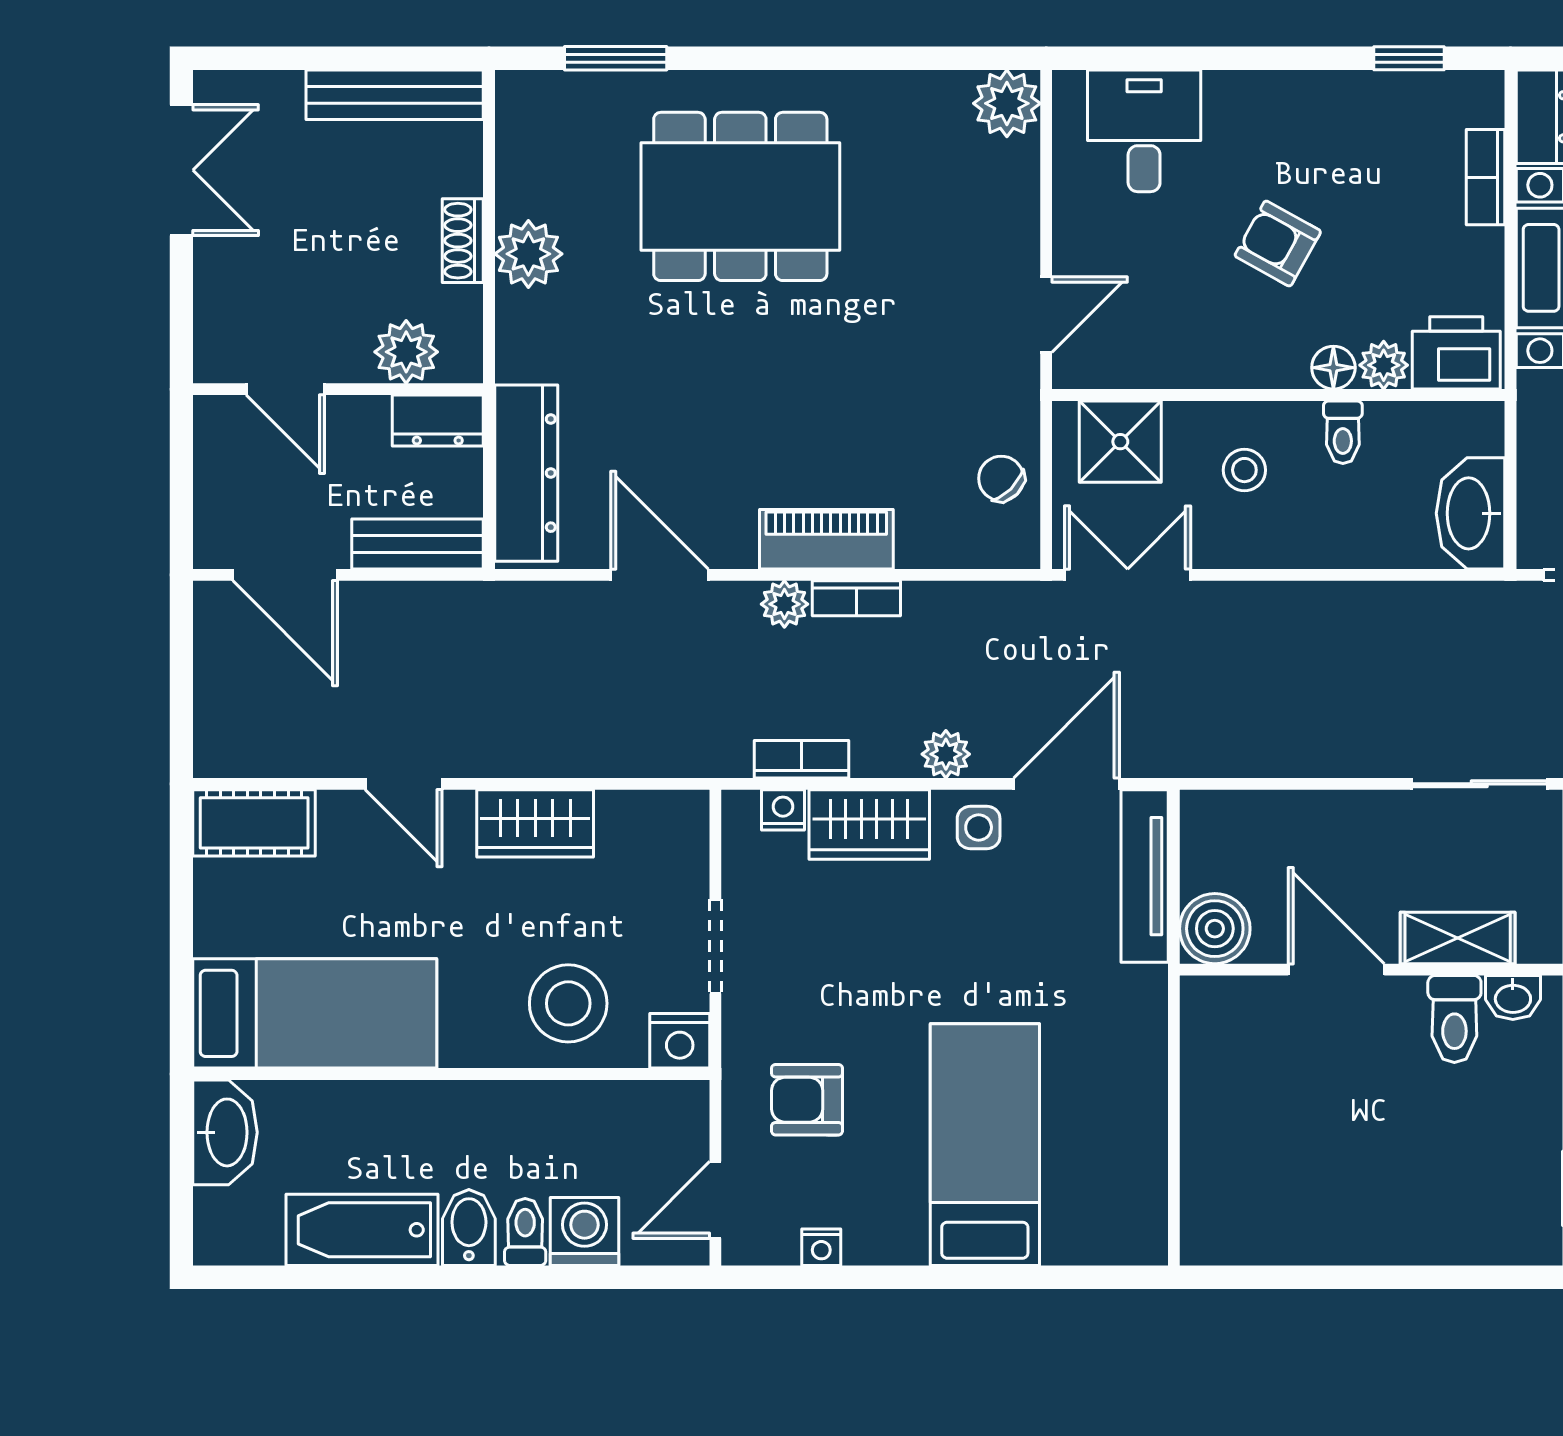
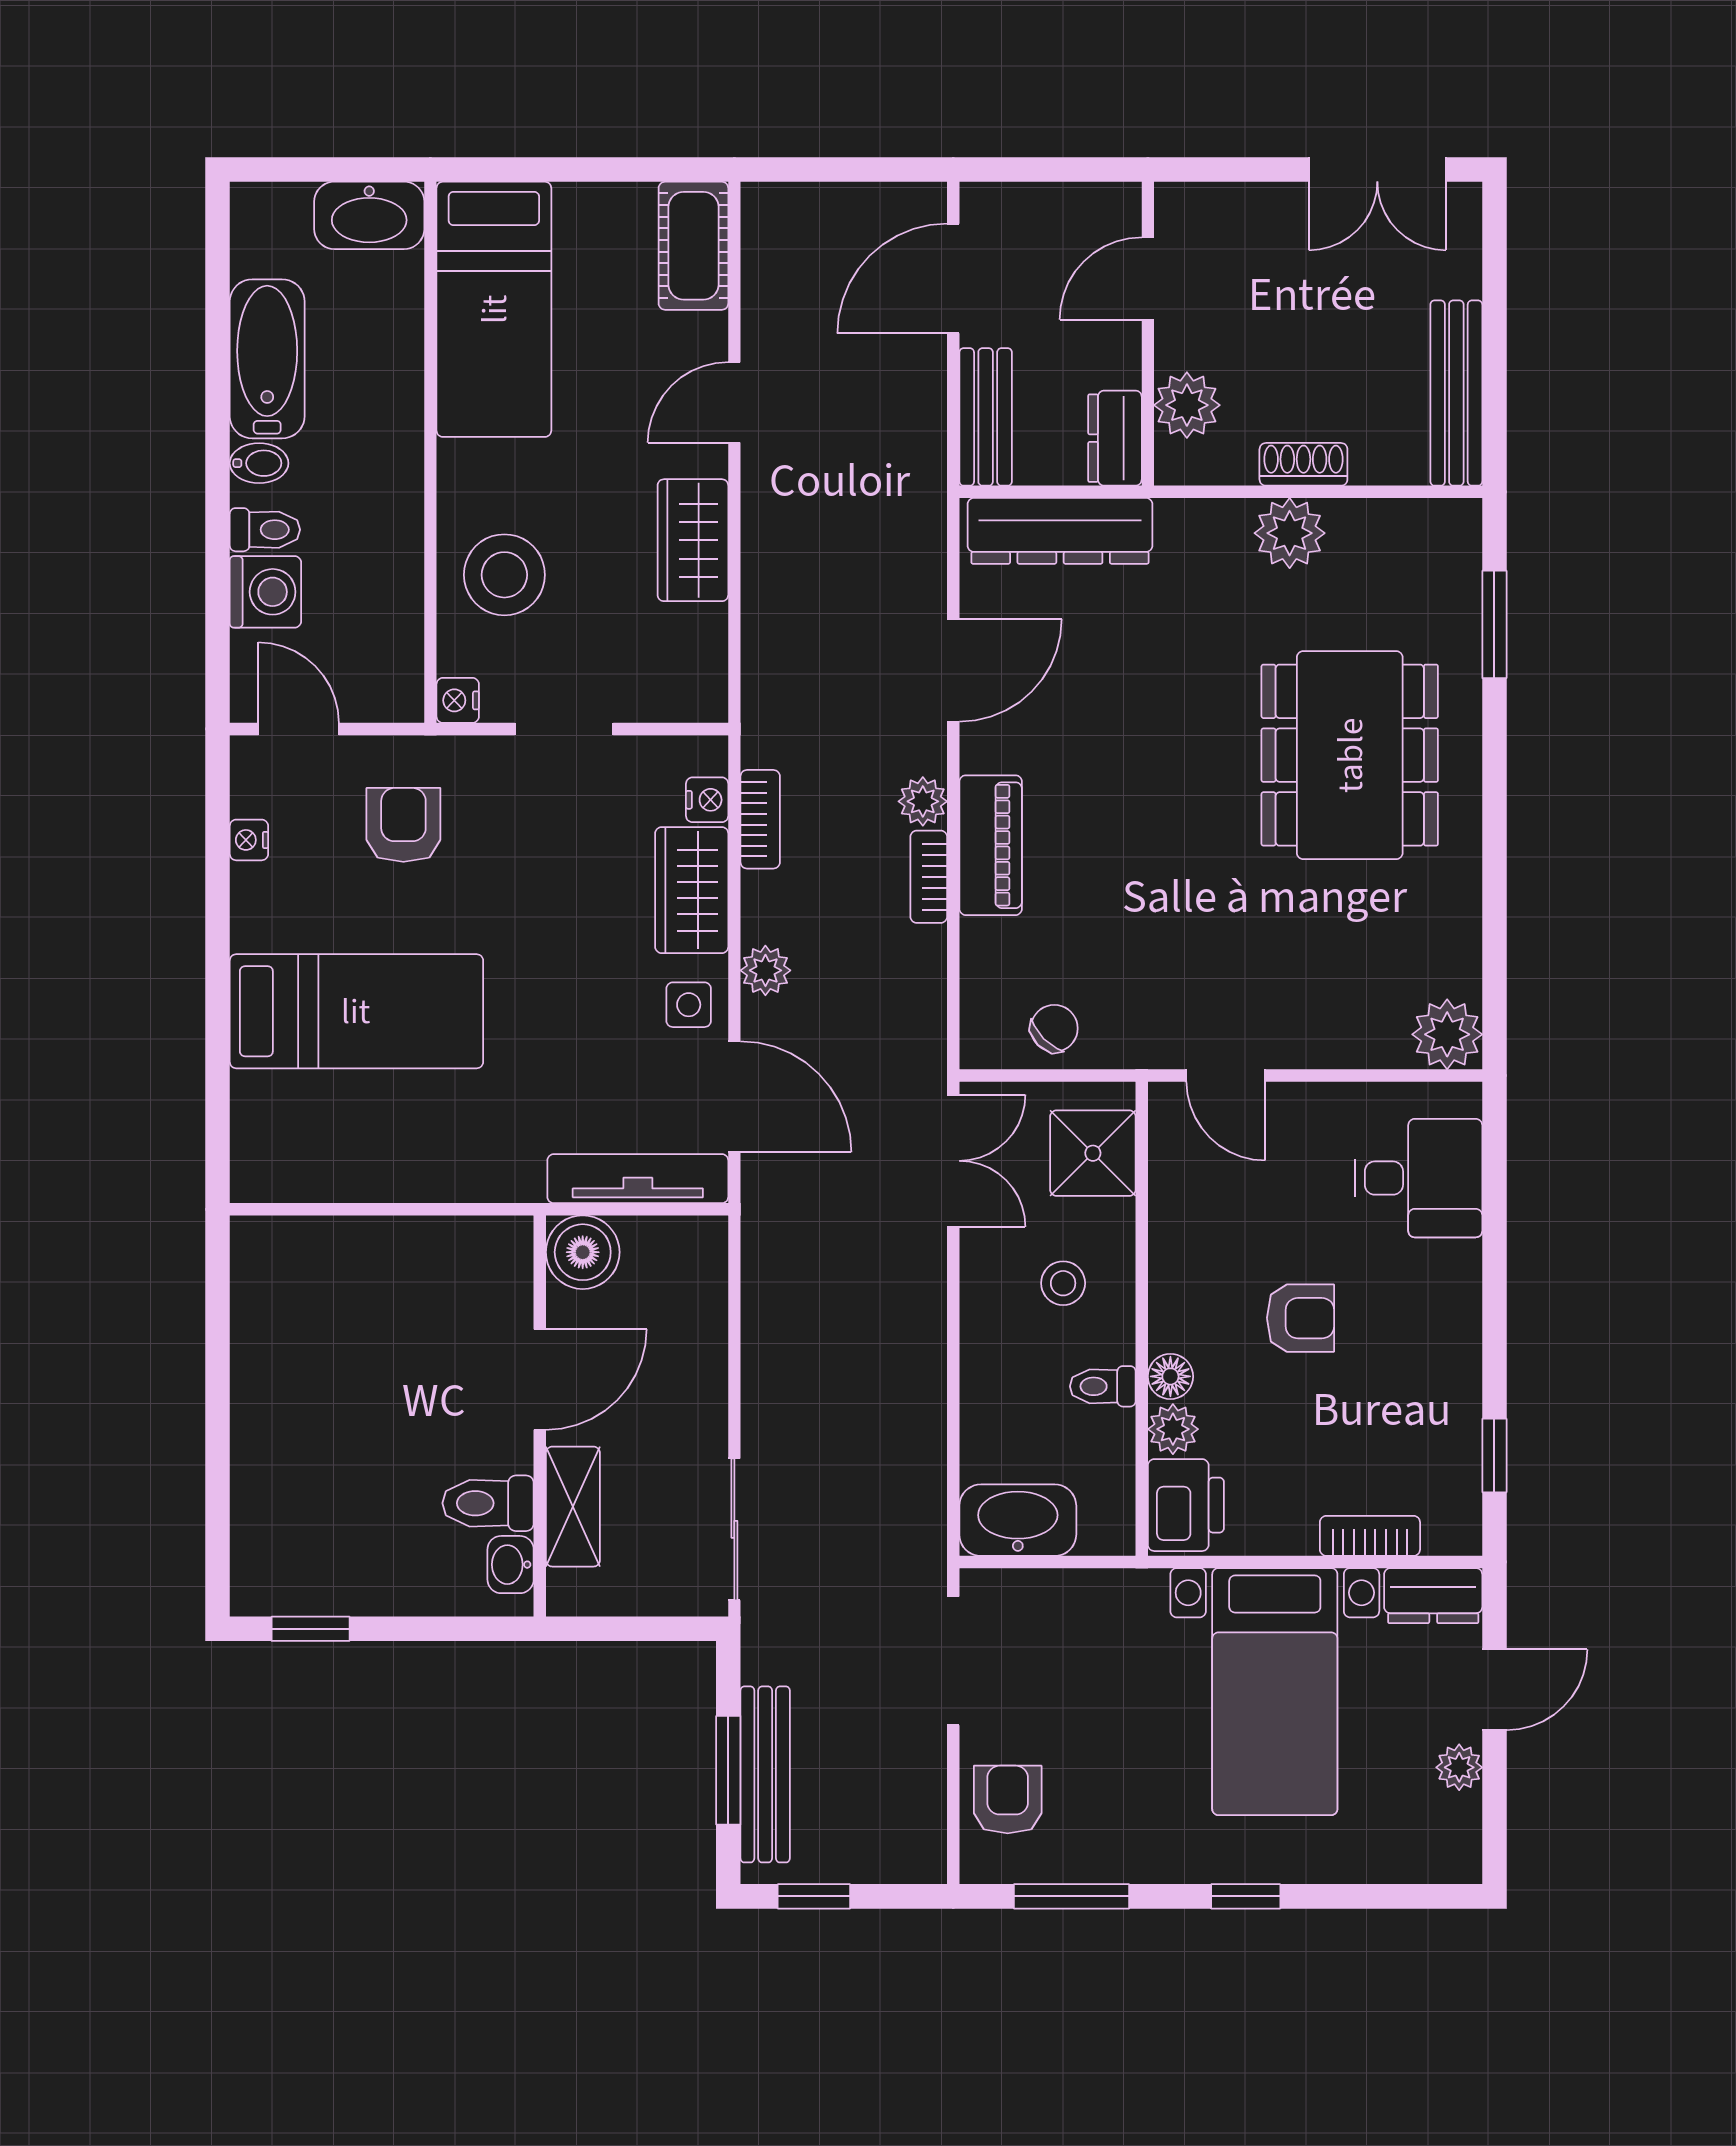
armchair: (1278, 244) -> (1300, 1318), turned 61
nightstand: (680, 1041) -> (458, 700), width x0.72, depth x0.74
bidet: (469, 1227) -> (259, 463), width x0.72, depth x0.74

